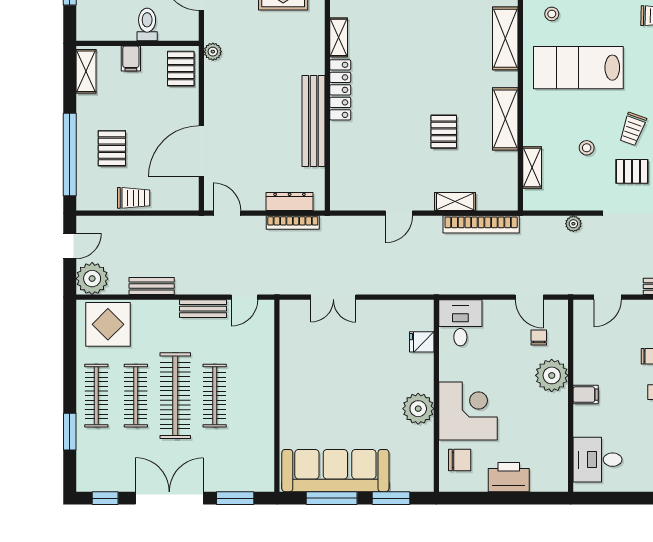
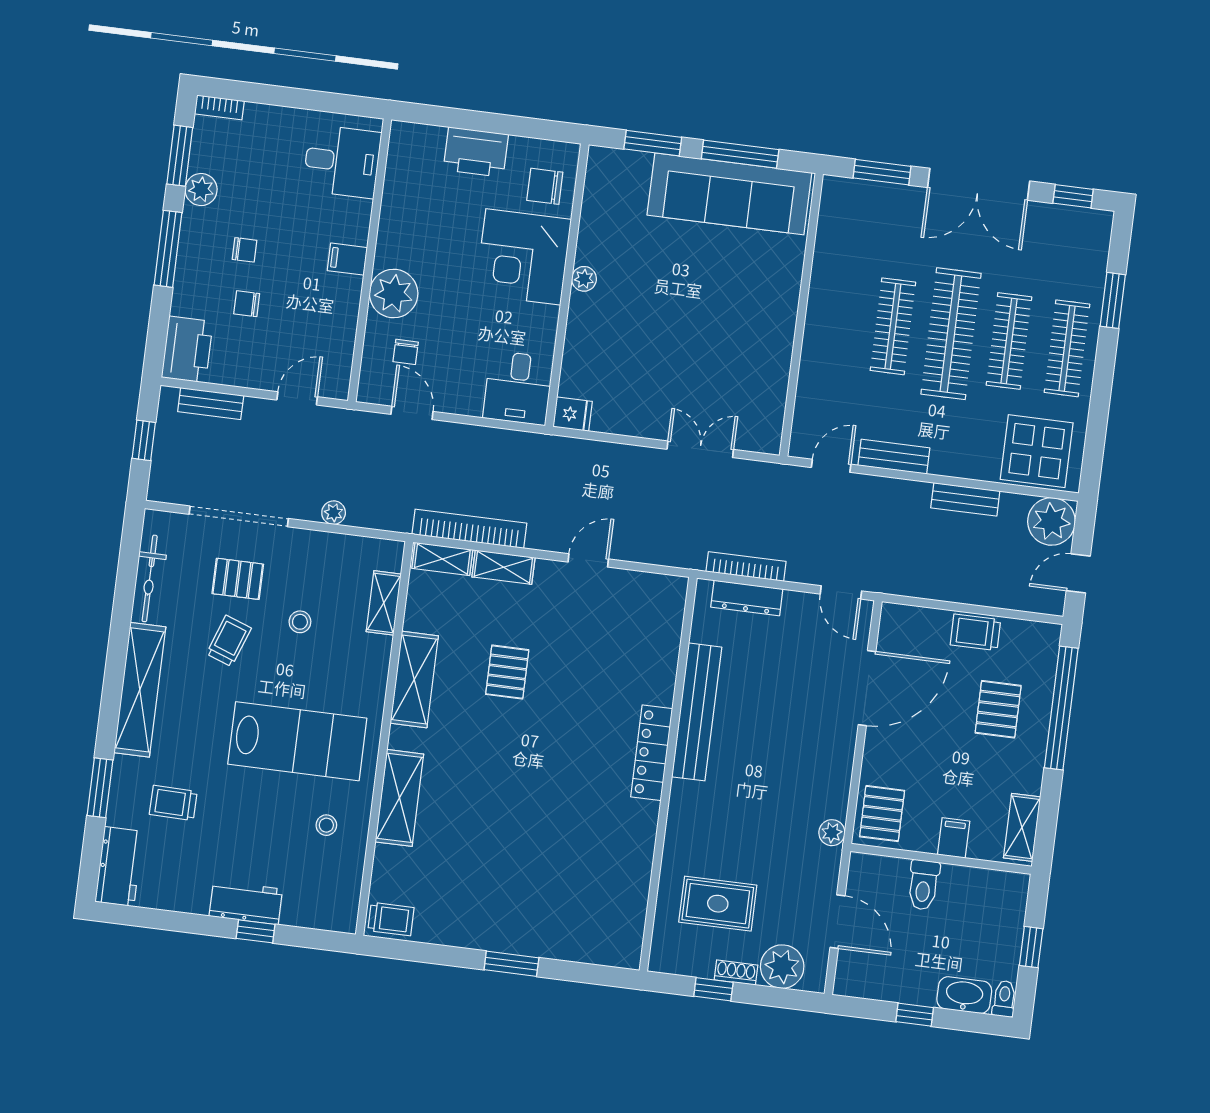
shelving: (339, 37) -> (442, 559), moved, turned 90
fridge: (422, 342) -> (573, 414), moved
plant: (418, 409) -> (584, 279), width x0.53, depth x0.53

